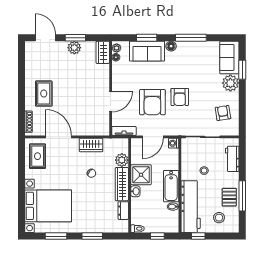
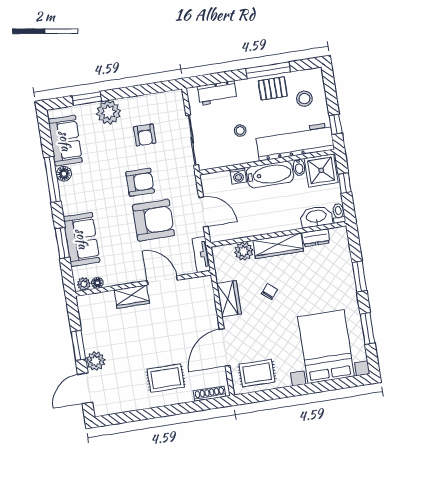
floor lamp: (171, 46) -> (64, 174), moved
plant: (74, 48) -> (95, 361), moved
wardrobe: (103, 52) -> (132, 297), moved
sofa: (229, 57) -> (65, 141), moved, turned -90
armchair: (223, 113) -> (145, 135), moved, turned -81
washing machine: (174, 143) -> (238, 176), moved
shower: (141, 175) -> (321, 170), moved
washbasin: (135, 191) -> (316, 217), moved, width x1.91, depth x1.45

